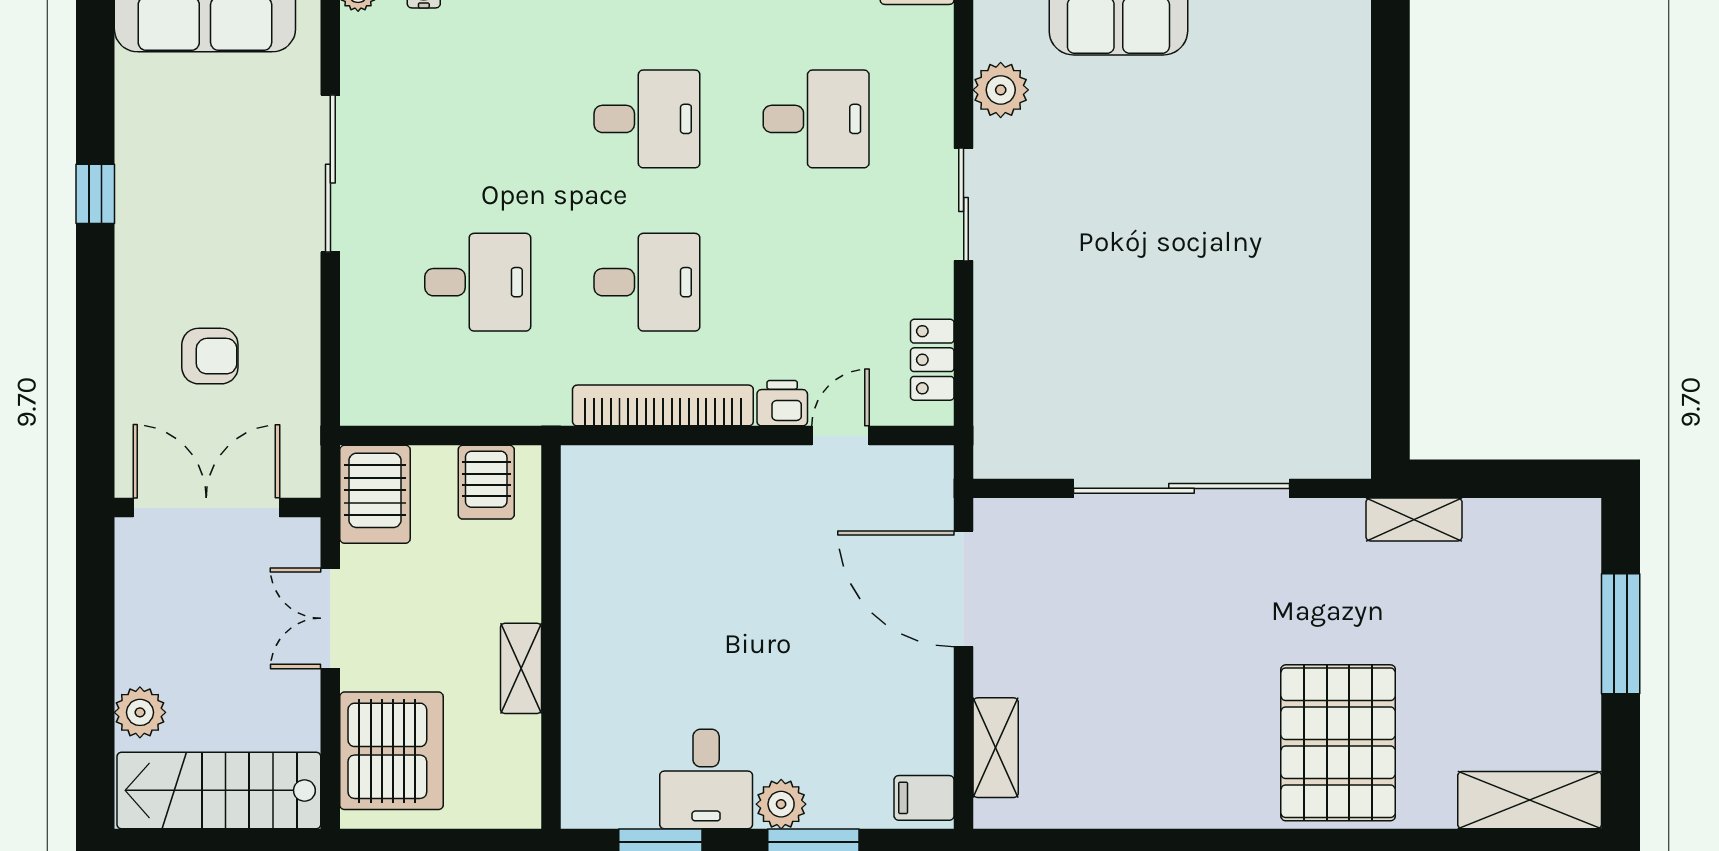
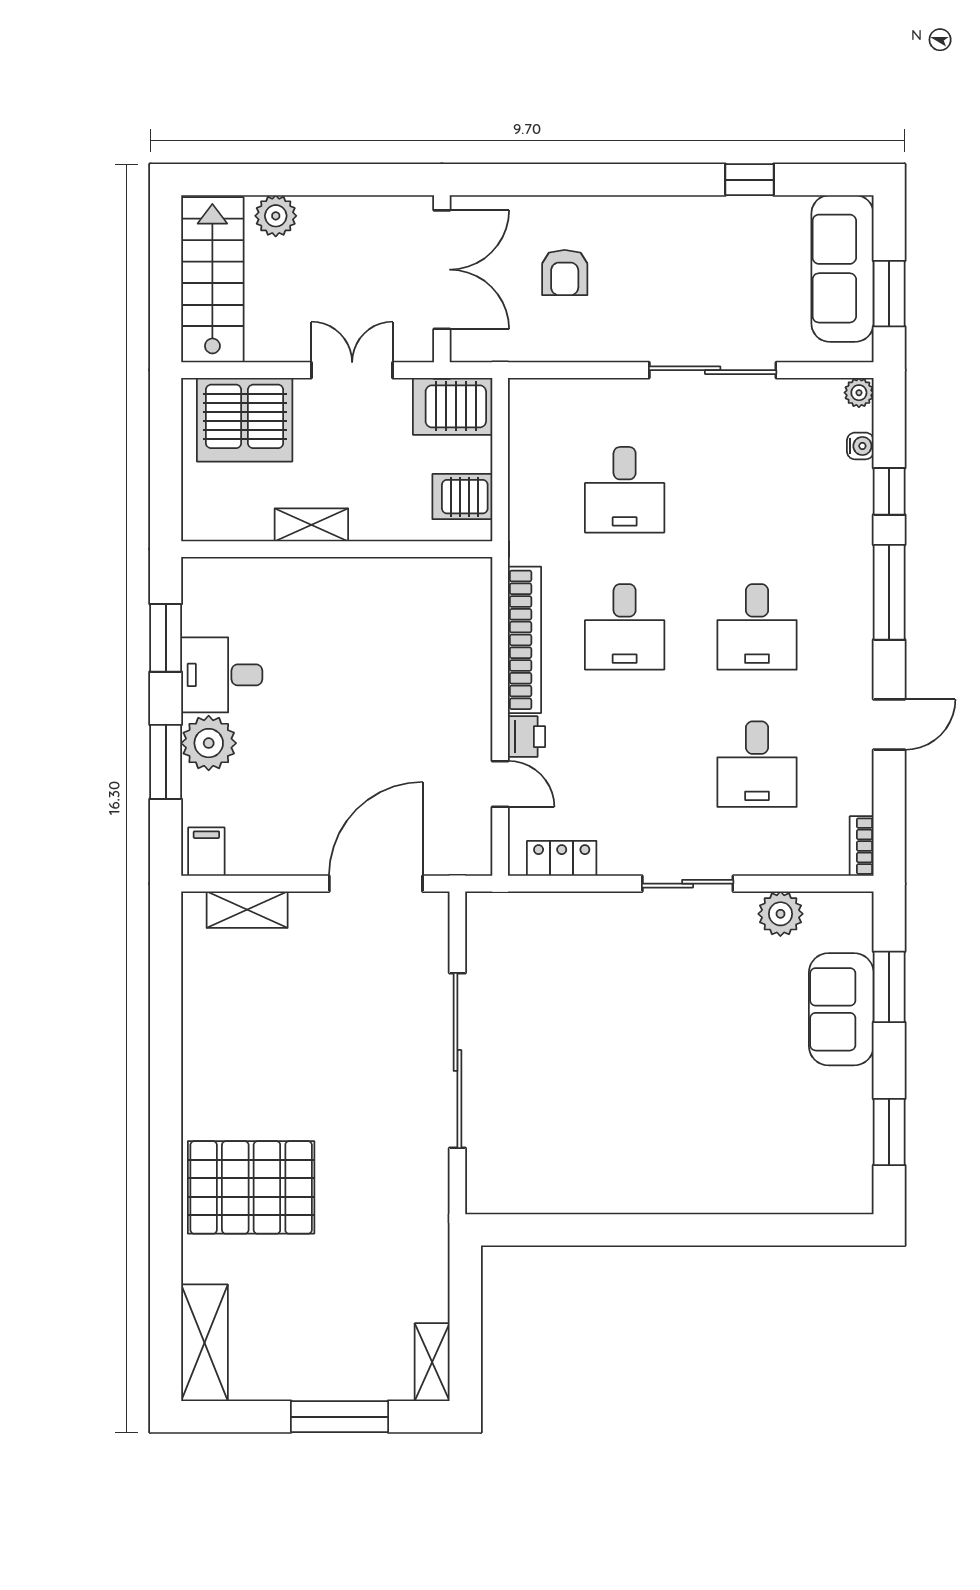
window: (95, 194) -> (750, 180), moved
shelving: (1414, 520) -> (432, 1362), moved
plant: (781, 804) -> (209, 743), width x1.36, depth x1.36

